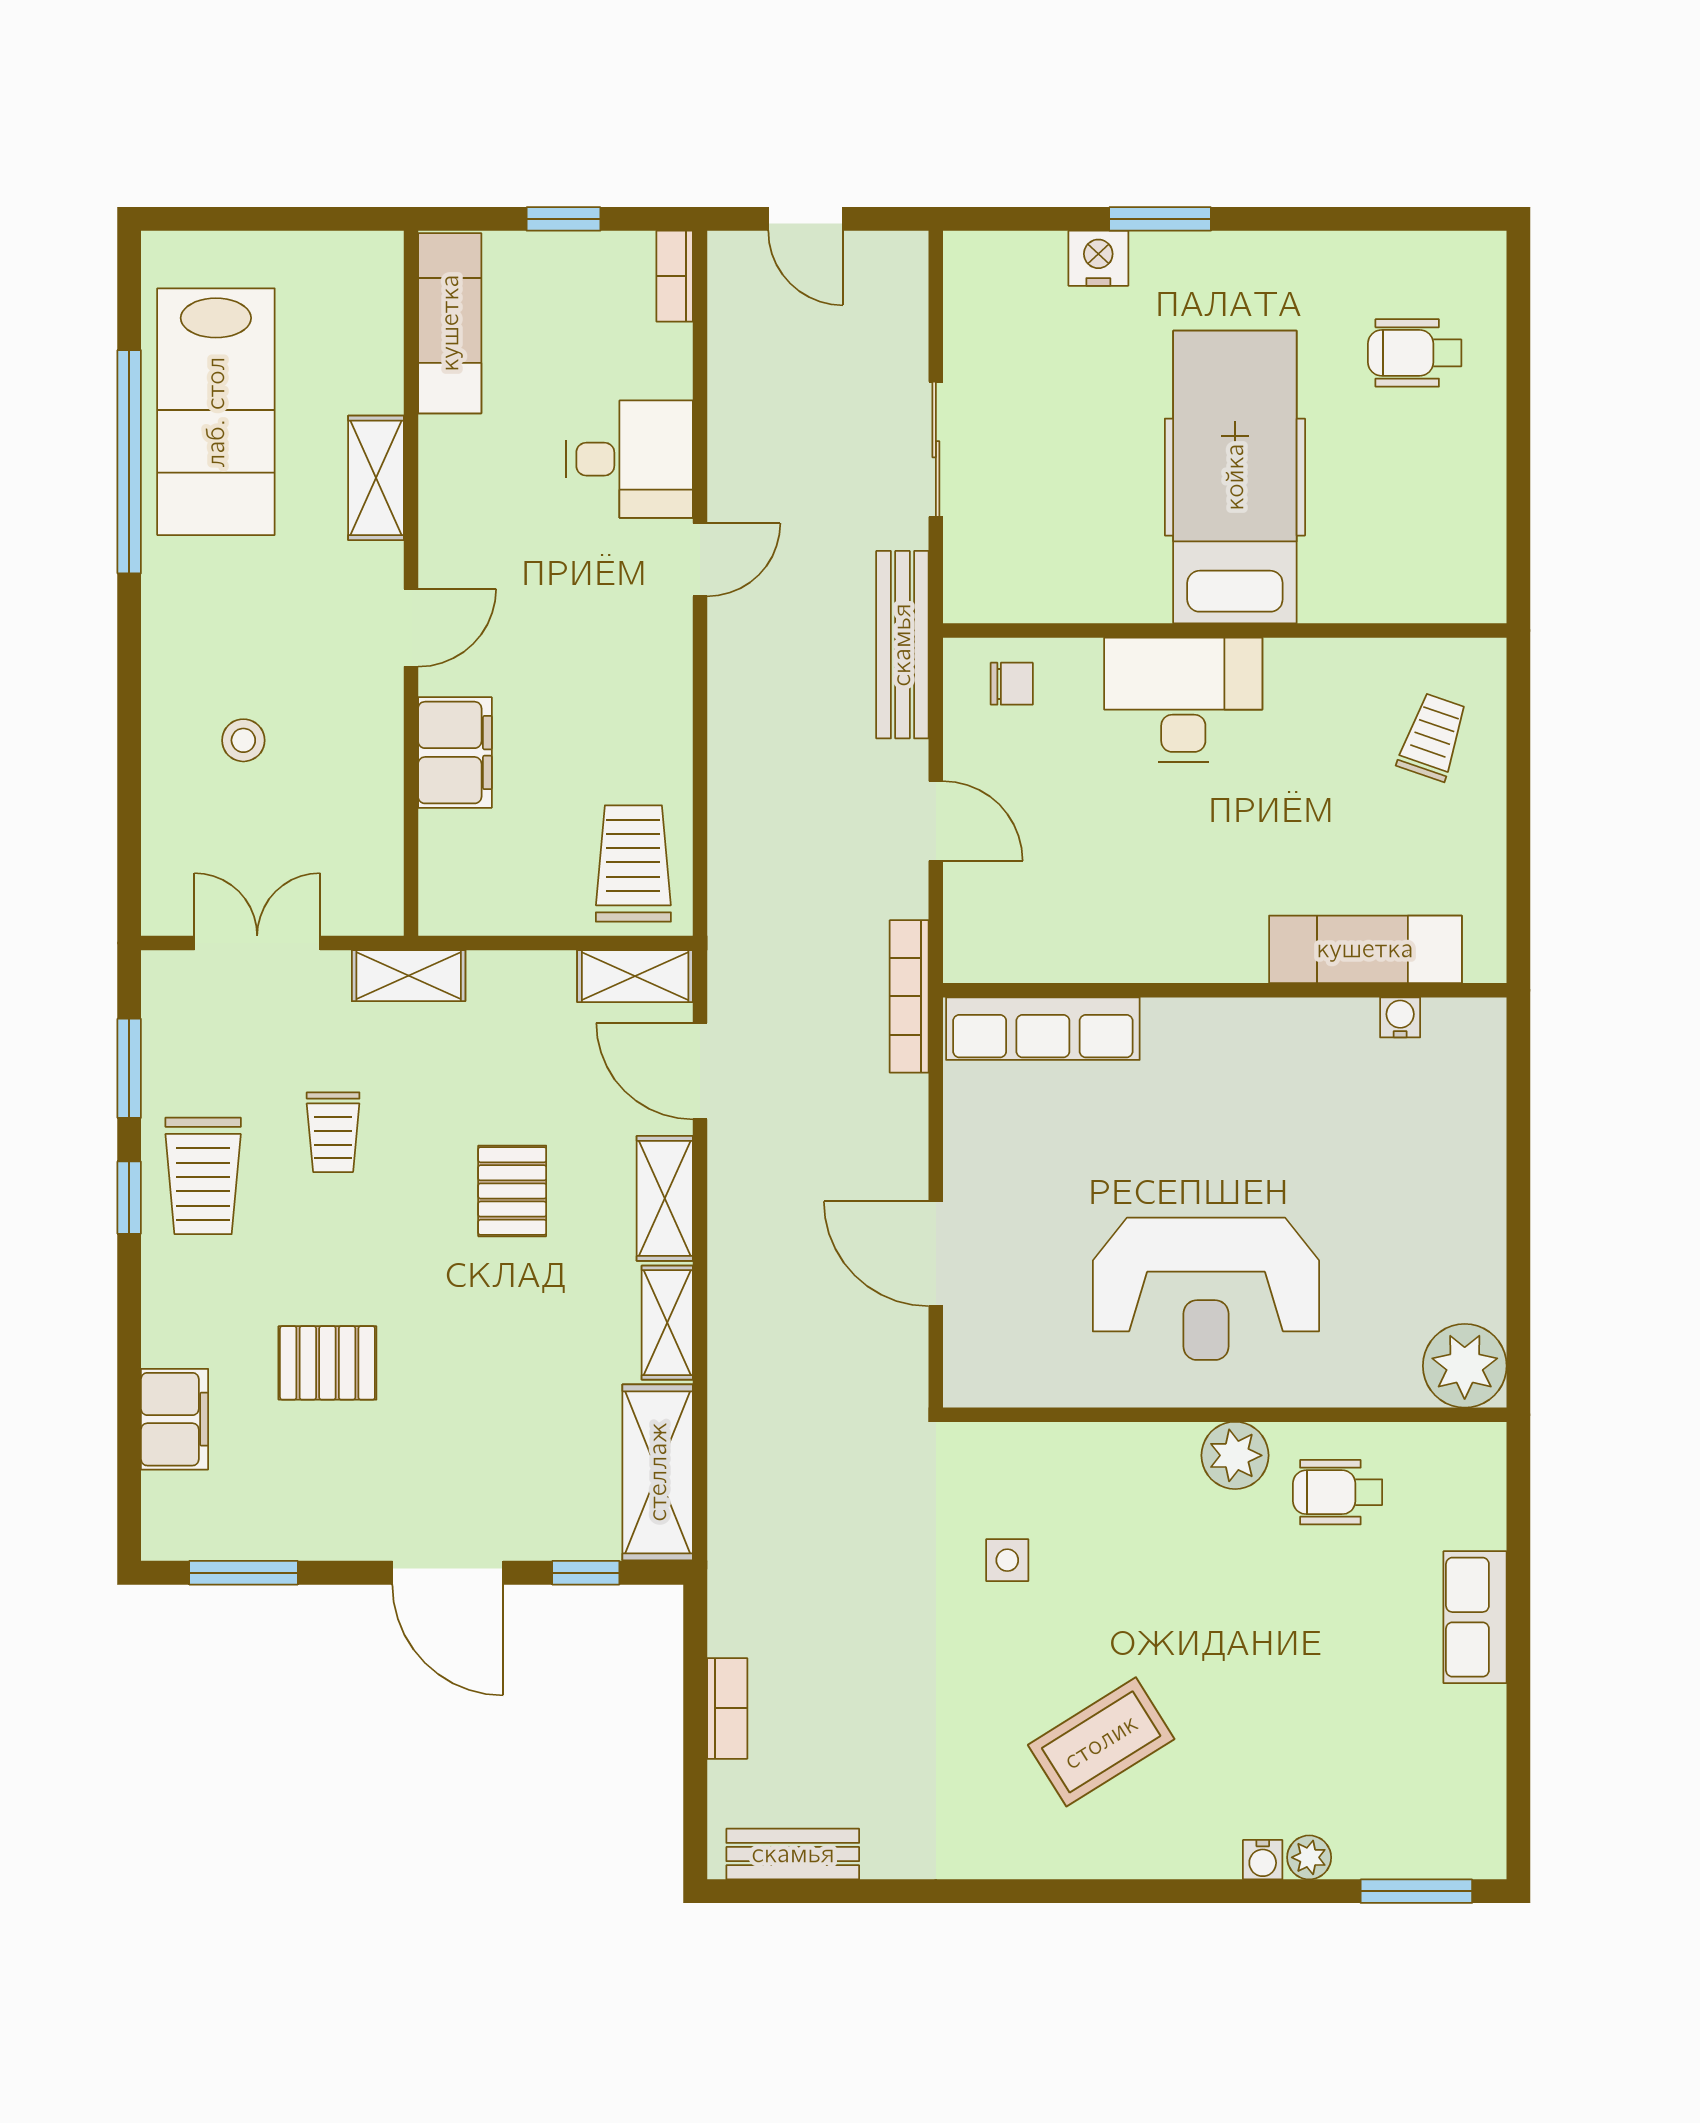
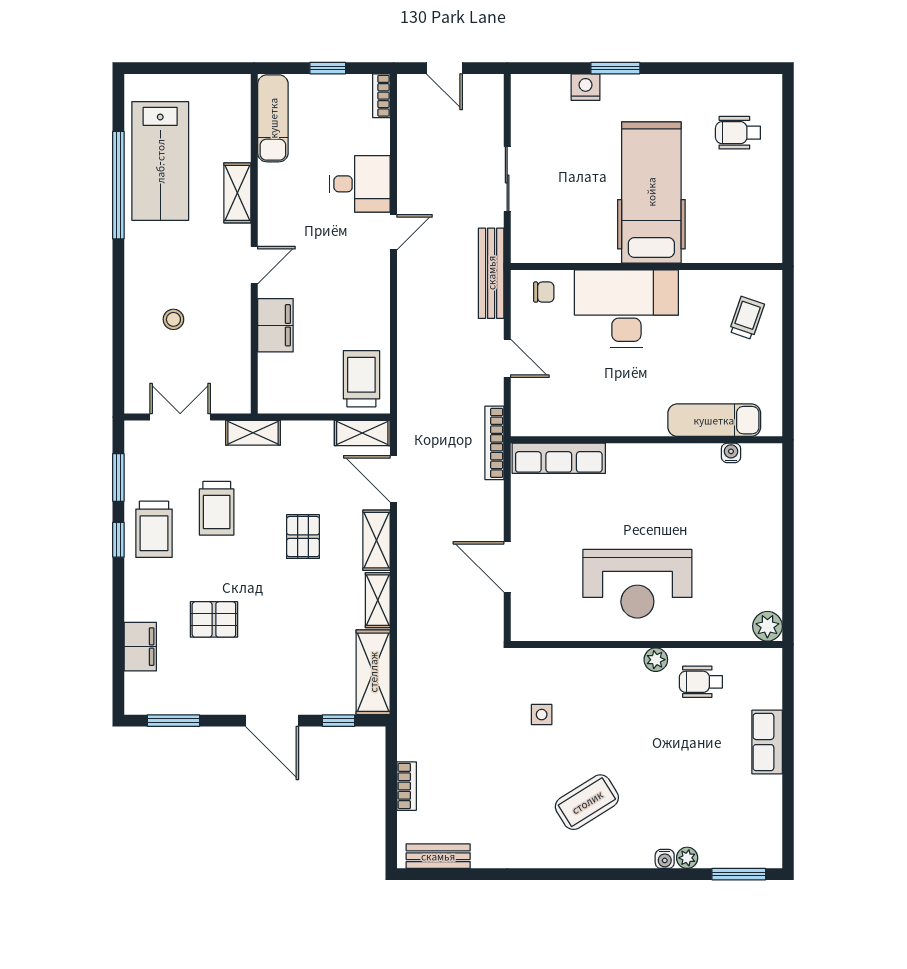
desk: (1183, 700) -> (626, 309), width x1.36, depth x1.30
trolley: (333, 1132) -> (217, 508), width x1.36, depth x1.39
plant: (1465, 1366) -> (767, 626), width x0.73, depth x0.73
plant: (1235, 1455) -> (656, 660), width x0.73, depth x0.73

